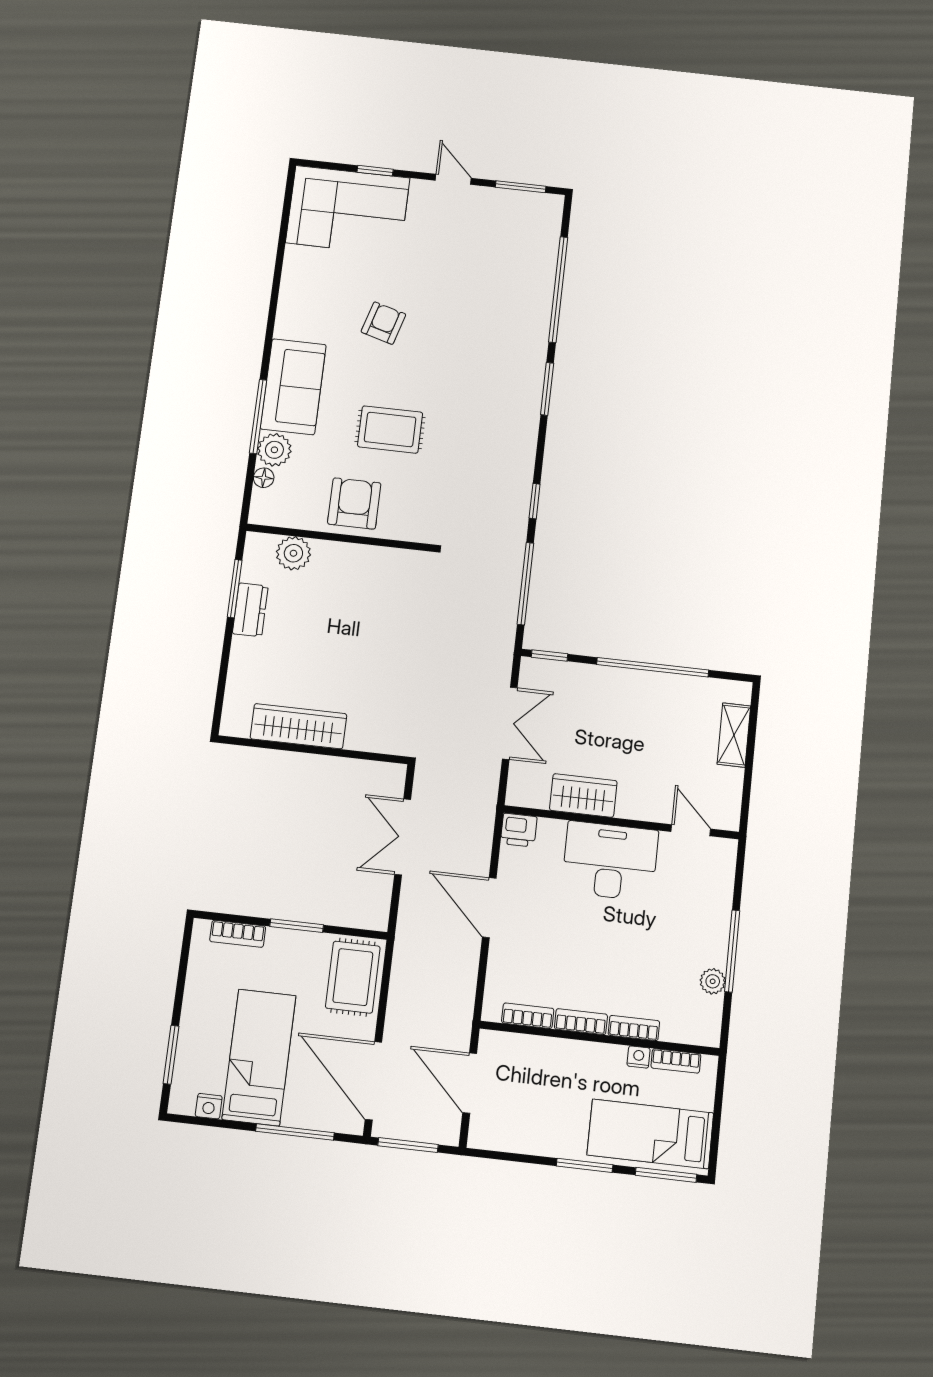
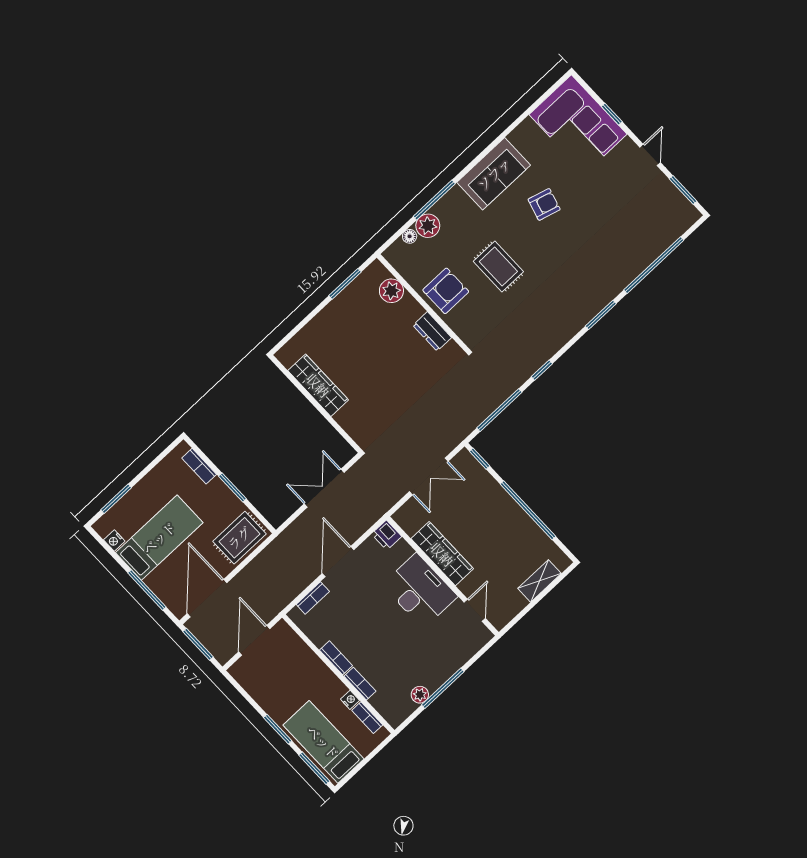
sofa: (293, 387) -> (494, 174), moved
dresser: (250, 610) -> (432, 331), moved, turned 90
wardrobe: (583, 795) -> (442, 554), width x1.50
bookcase: (528, 1016) -> (313, 598), moved, turned 90

